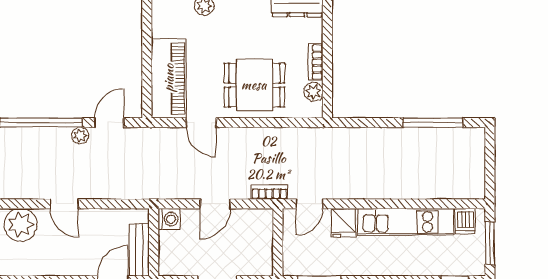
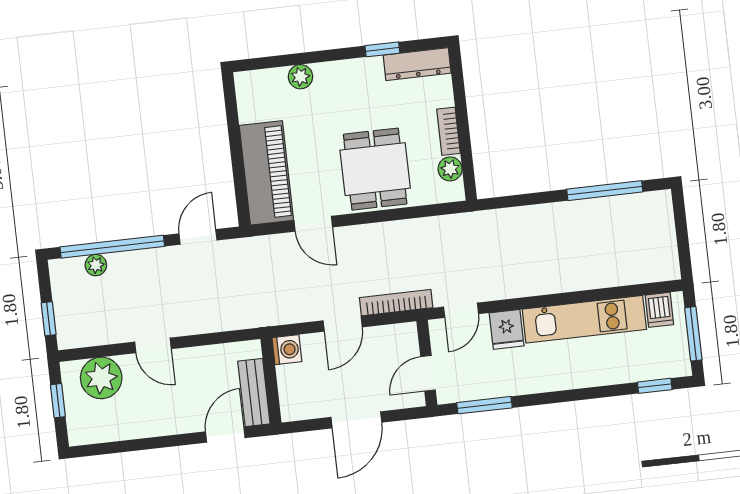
dining table: (254, 85) -> (375, 169), turned 90
plant: (80, 136) -> (96, 265), moved
bookcase: (269, 192) -> (396, 303), width x1.56
door: (278, 250) -> (428, 373), added

